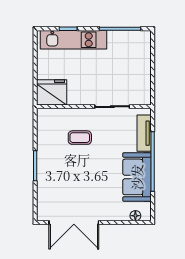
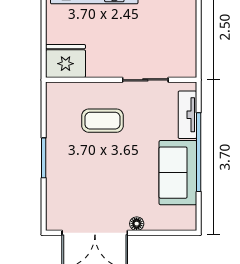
coffee table: (80, 138) -> (103, 121), width x1.36, depth x1.30
floor lamp: (135, 216) -> (137, 224), moved

